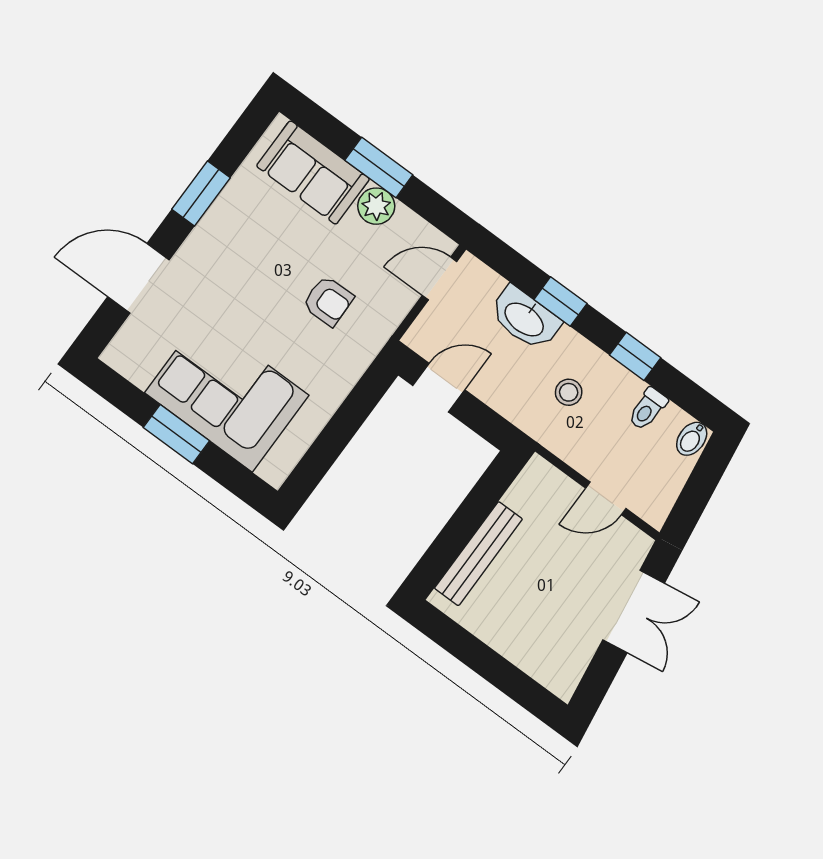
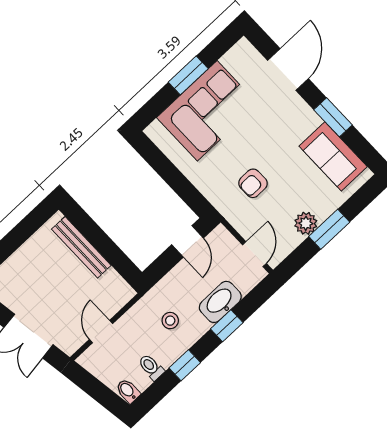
sofa: (313, 172) -> (333, 156), moved, turned -90

